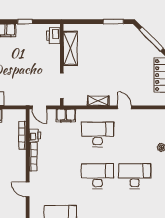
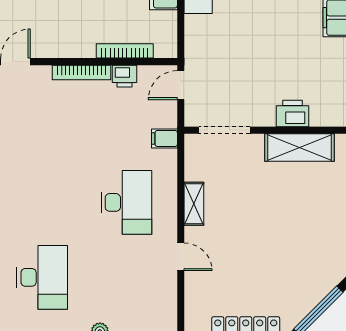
printer: (53, 36) -> (292, 114), moved
door: (125, 107) -> (181, 257), hinge flipped
filing cabinet: (66, 115) -> (164, 138), width x0.50
desk: (98, 176) -> (42, 202), removed

